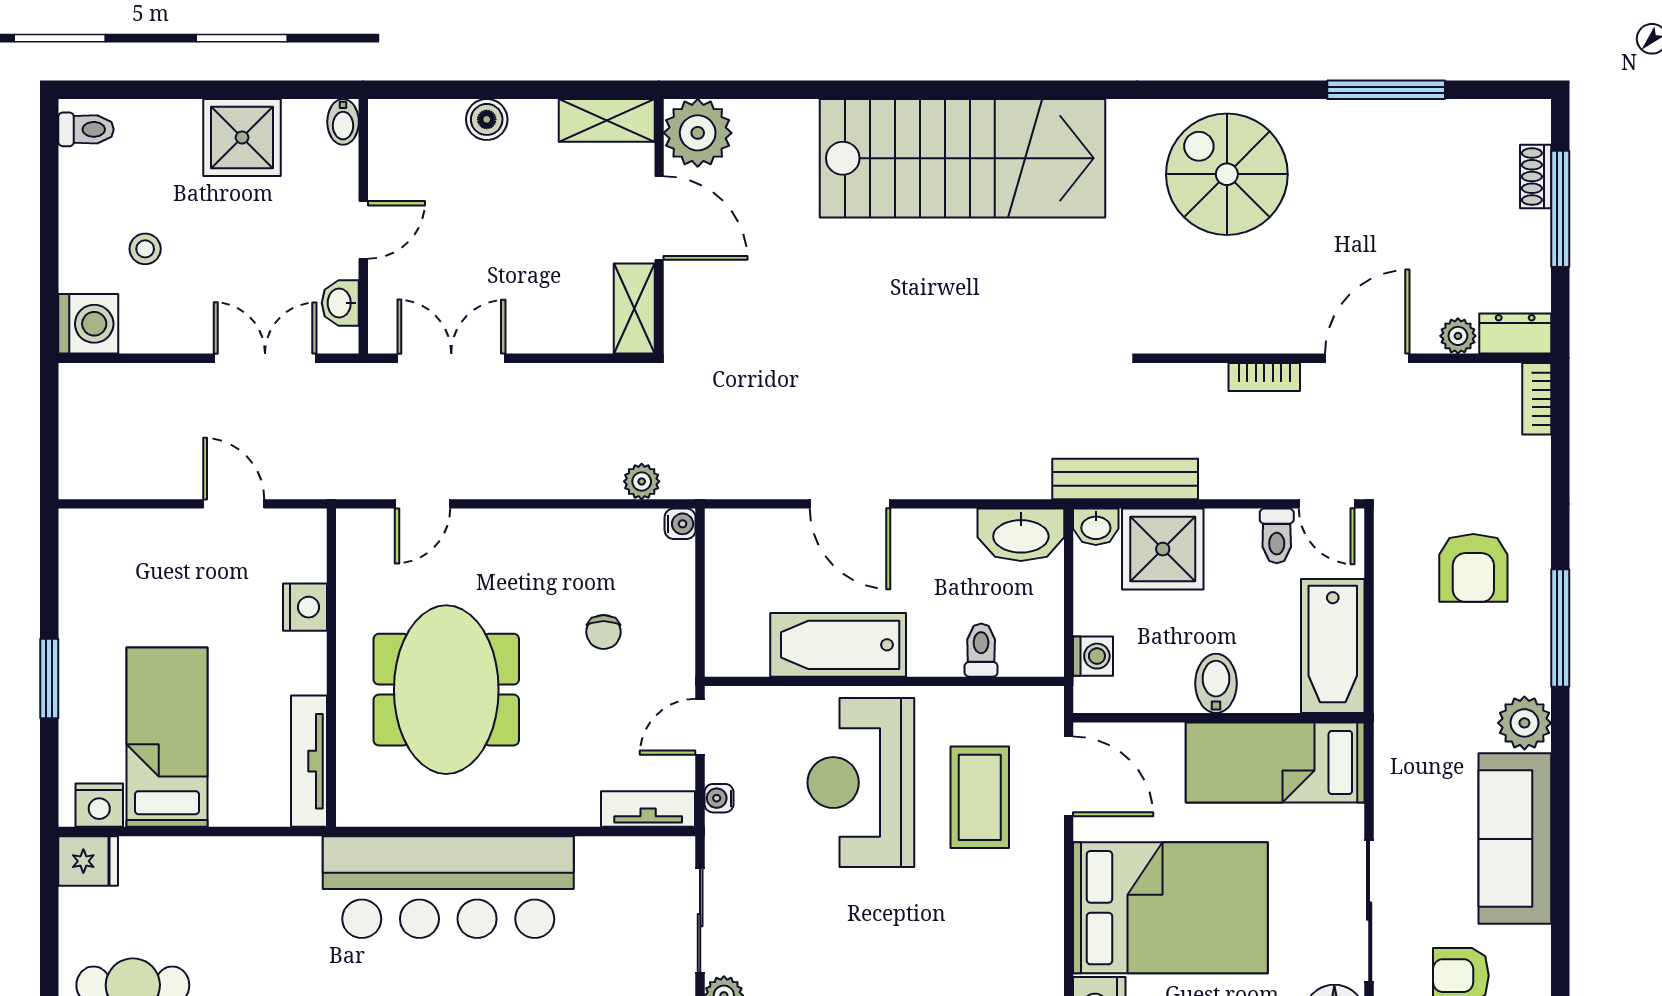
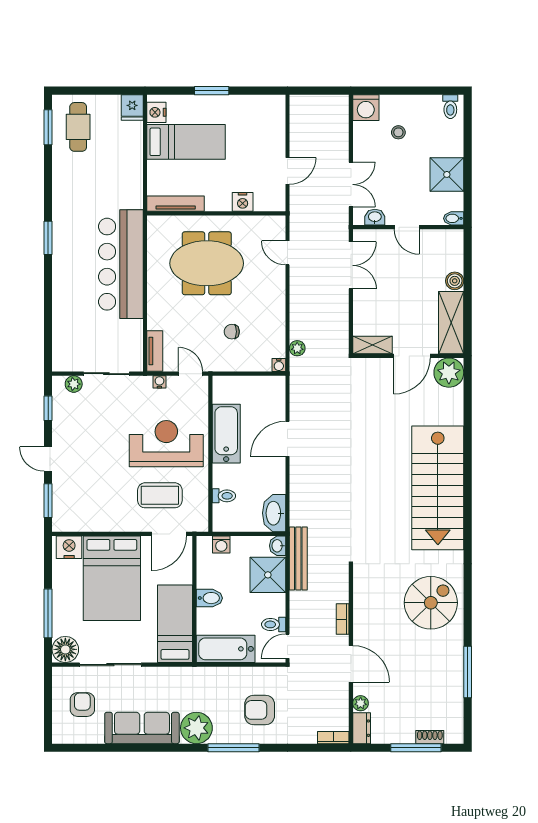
shelving: (607, 120) -> (451, 323), width x1.50, depth x1.33
plant: (1524, 723) -> (196, 728), width x1.36, depth x1.36

